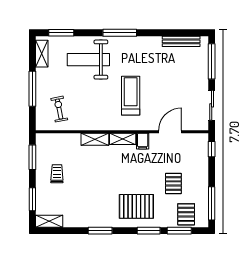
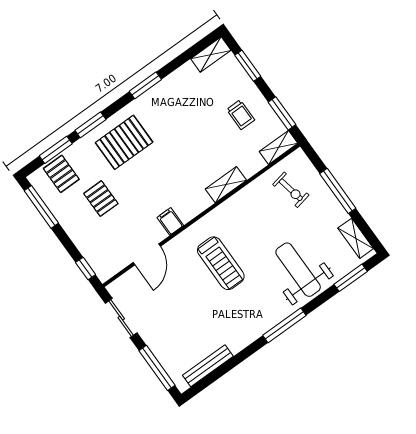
weight bench: (88, 60) -> (298, 270), turned -90
shelving: (123, 139) -> (279, 147), moved

